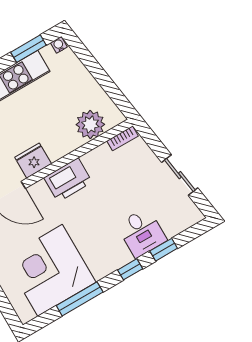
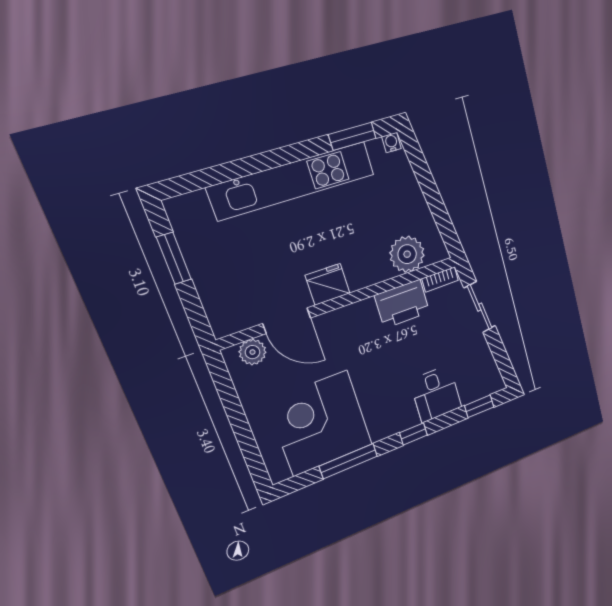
sliding door: (180, 175) -> (480, 307), moved
printer: (68, 180) -> (402, 304), moved
window: (164, 250) -> (479, 406), moved

